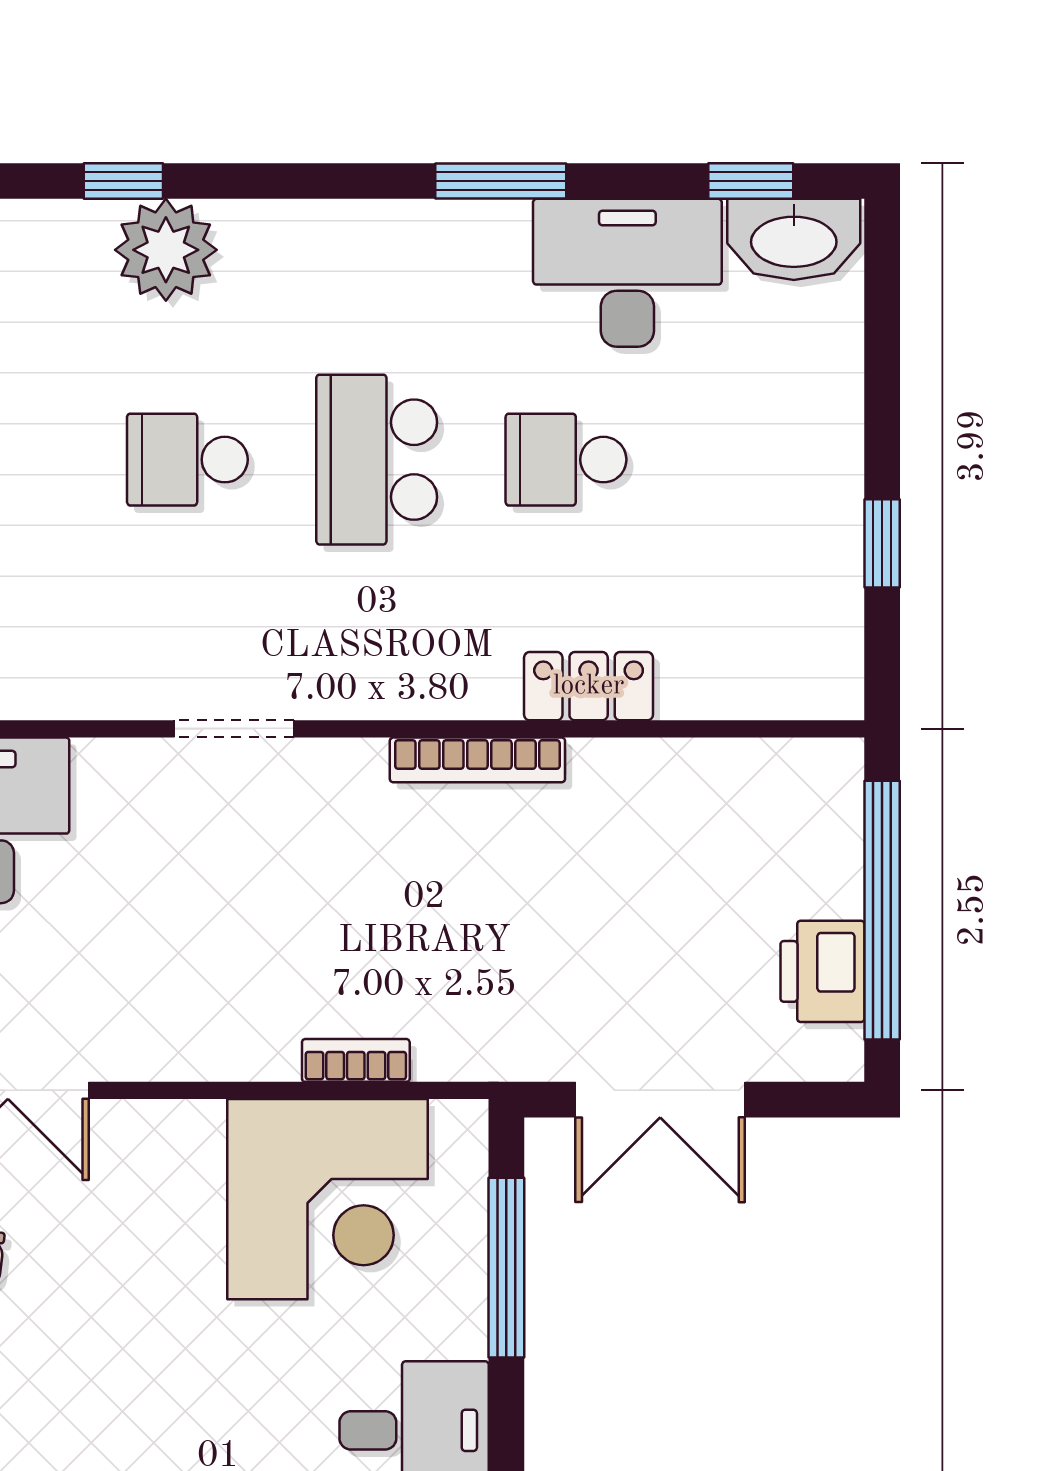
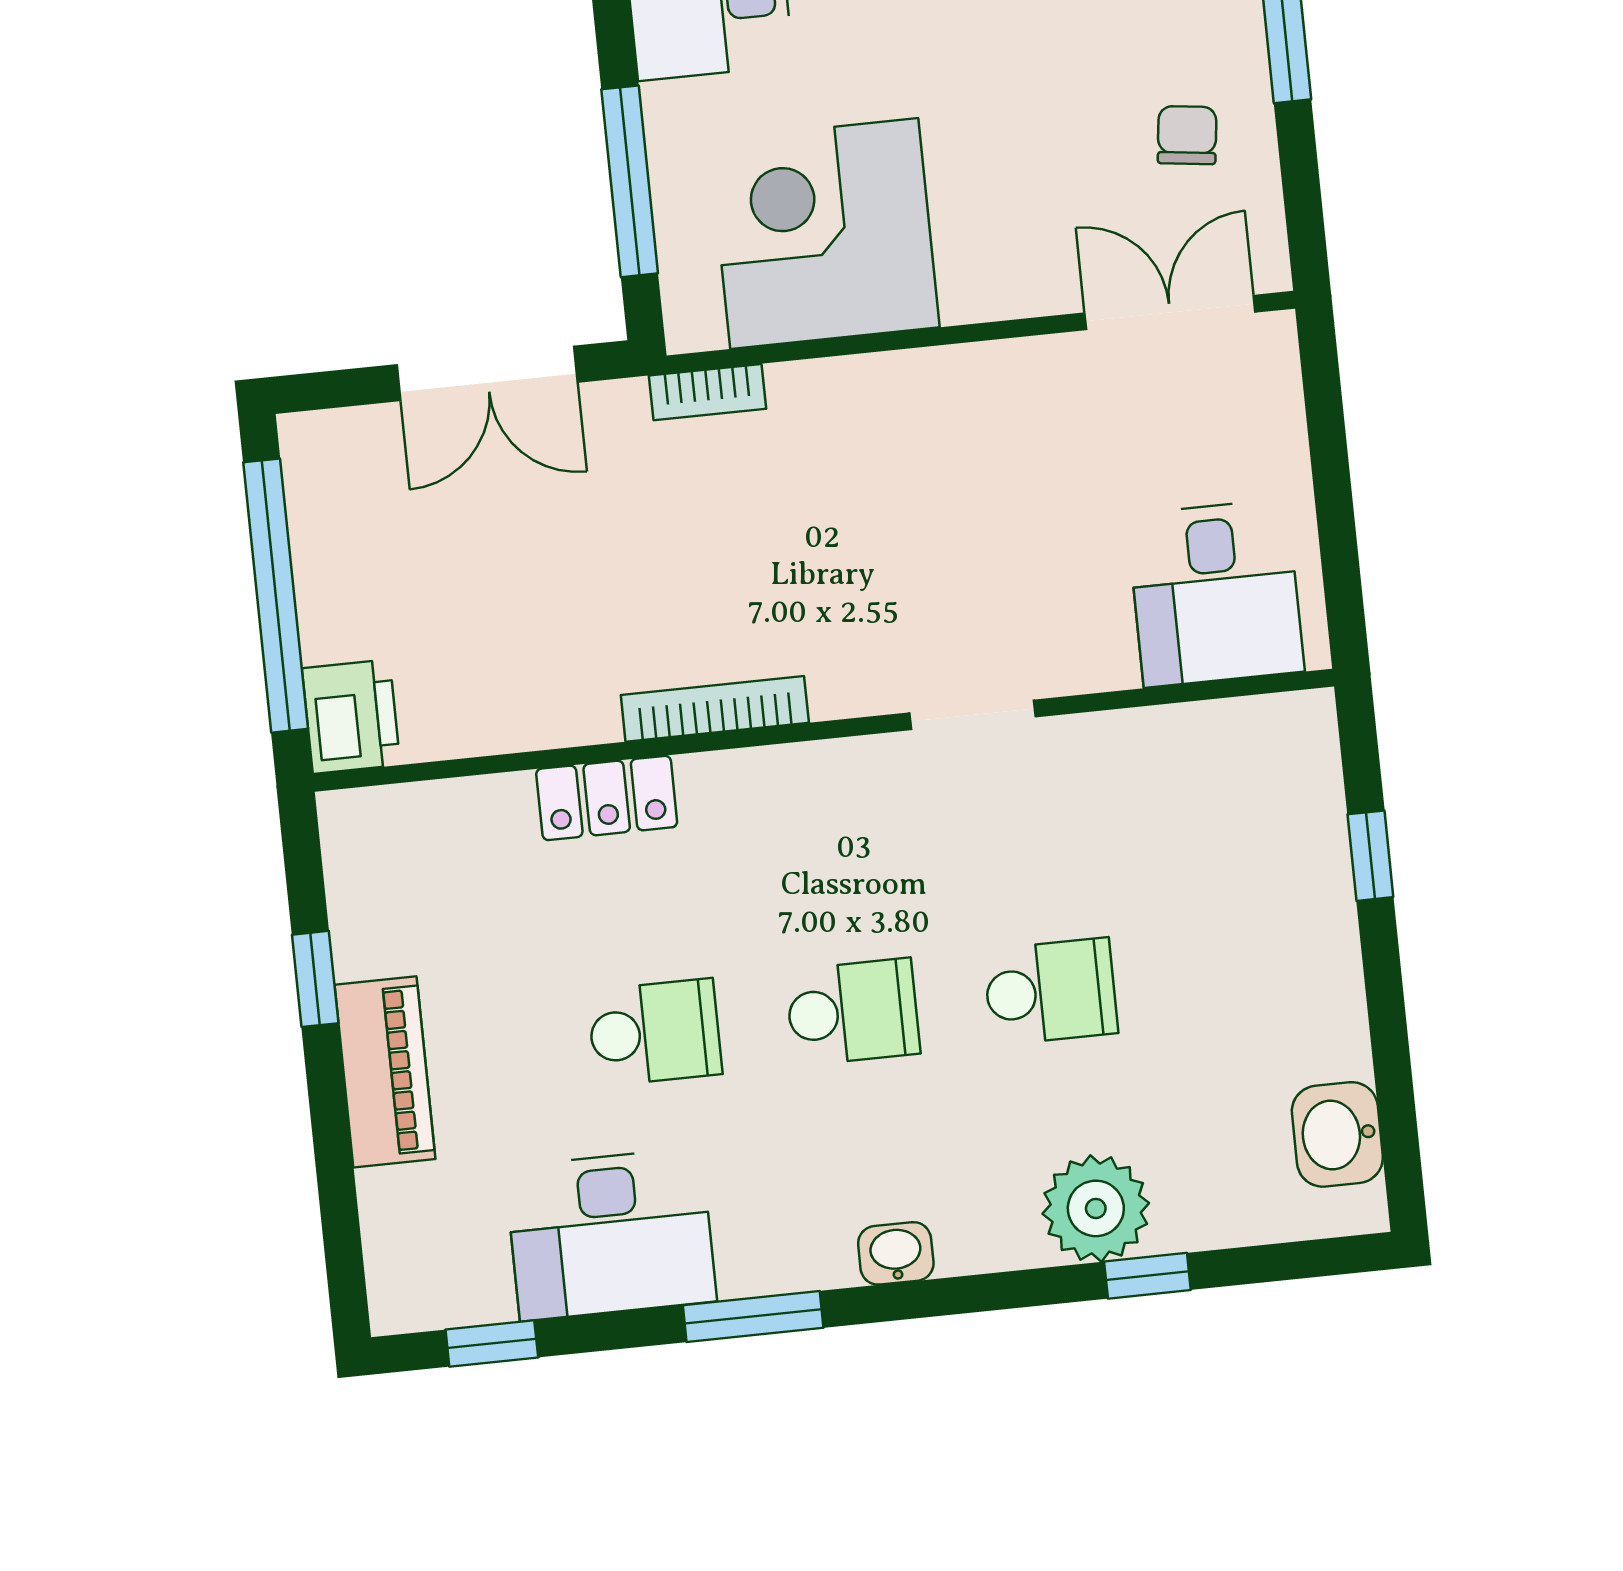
washbasin: (794, 239) -> (896, 1253), moved, width x0.52, depth x0.69
piano: (825, 449) -> (385, 1072), added
school desk: (377, 460) -> (853, 1012), width x0.54
printer: (822, 971) -> (351, 717), moved
bookcase: (356, 1060) -> (707, 392), moved
double door: (660, 1100) -> (487, 373), swing flipped

